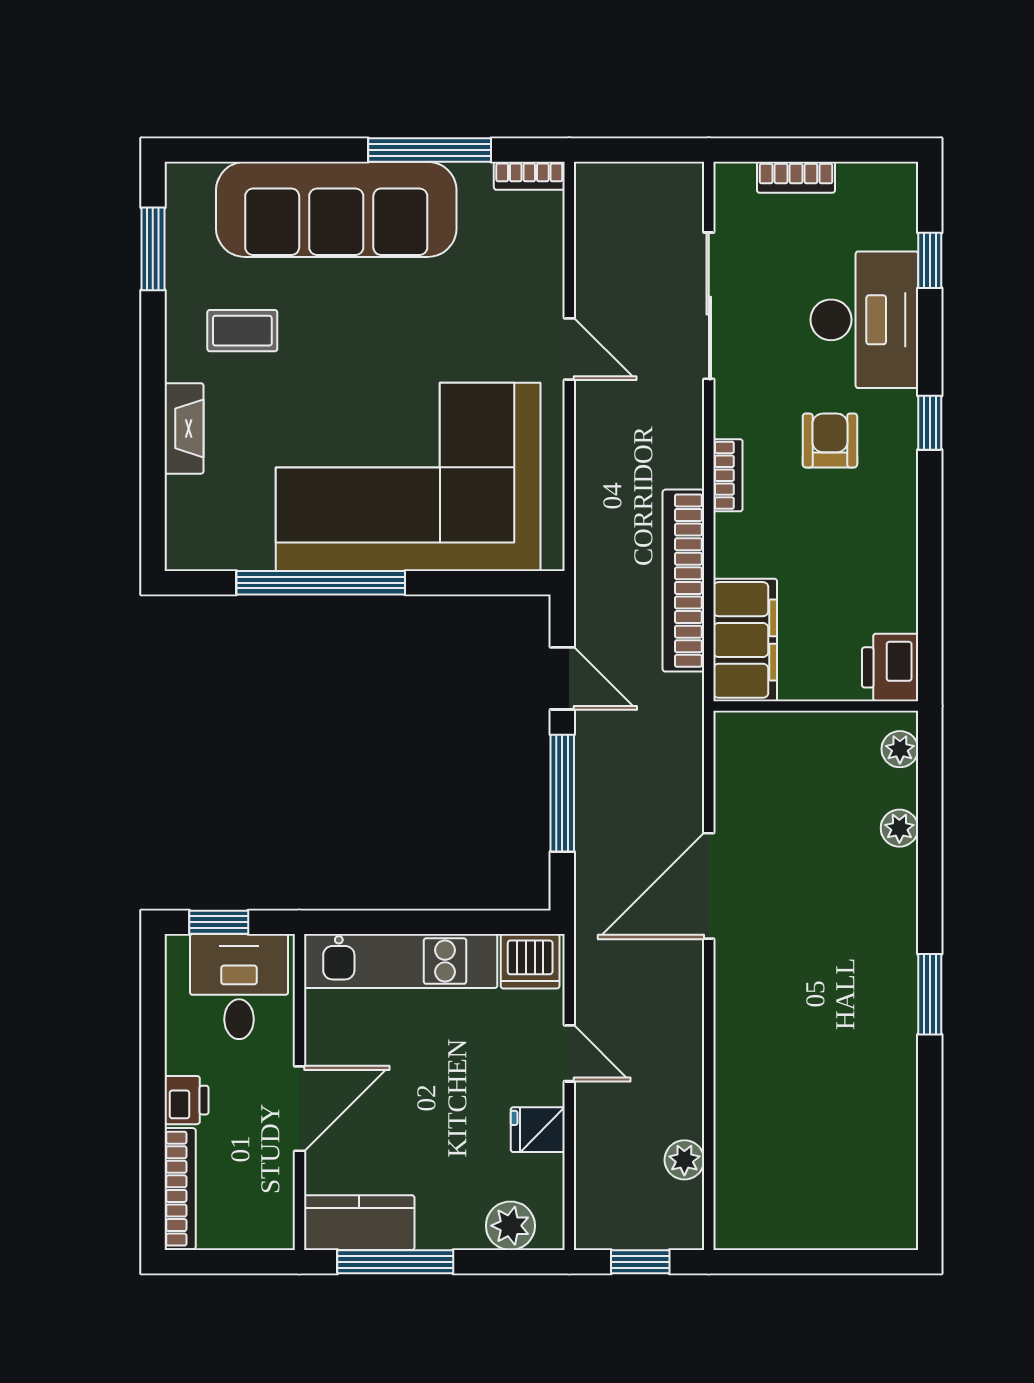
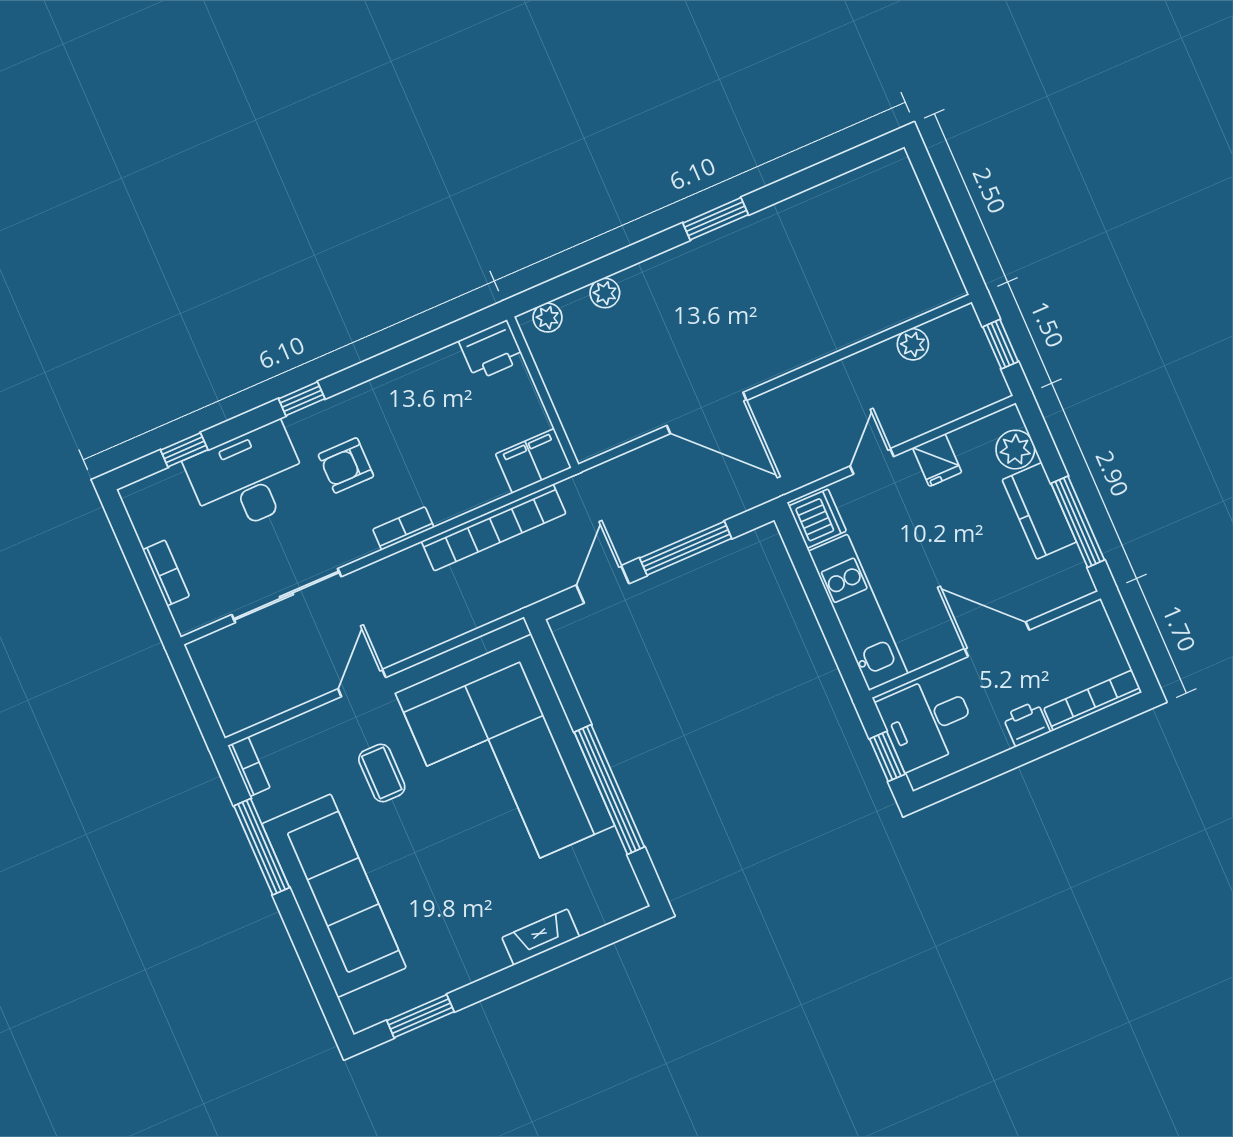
coffee table: (242, 331) -> (382, 773), moved
filing cabinet: (745, 640) -> (533, 461), width x0.67, depth x0.86
kitchen counter: (359, 1223) -> (1039, 511), moved

